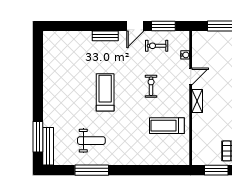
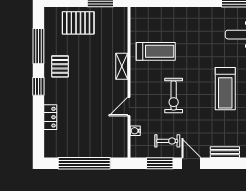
door: (135, 26) -> (191, 163), hinge flipped
exercise bike: (151, 86) -> (174, 96), width x1.38, depth x1.39
shelving: (197, 101) -> (122, 66), moved

